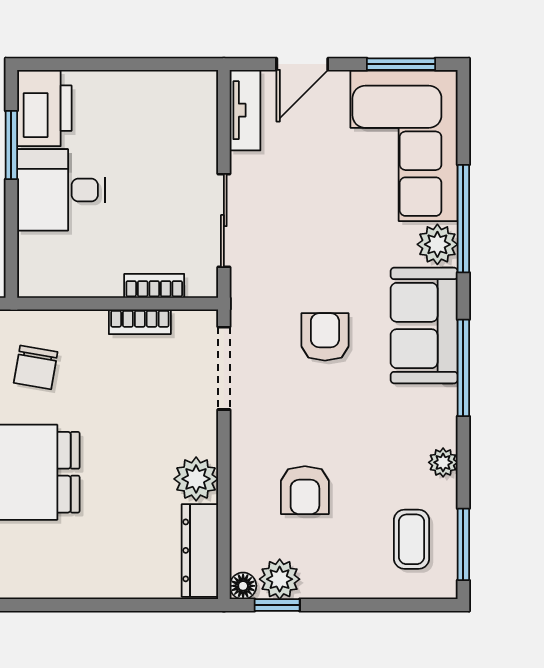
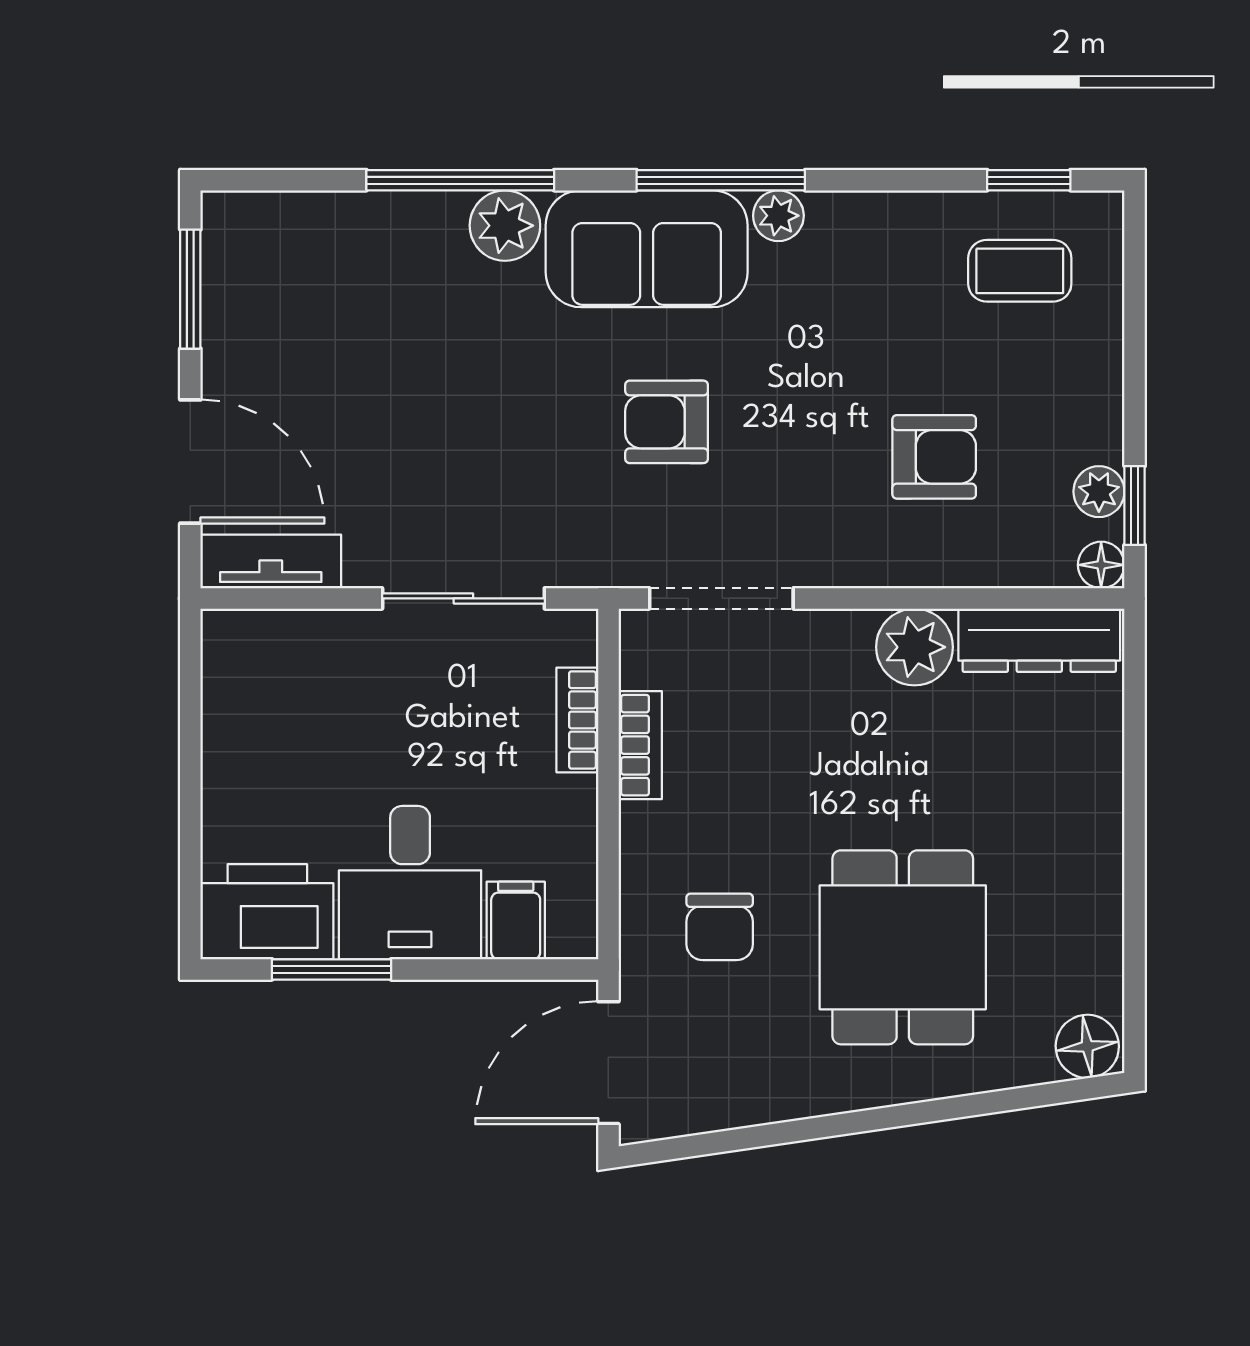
door: (302, 64) -> (190, 462), width x1.38
corner sofa: (404, 146) -> (333, 284), removed
filing cabinet: (39, 250) -> (516, 920), added
chair: (36, 367) -> (720, 927), turned 80
plant: (443, 462) -> (778, 216), moved
window: (463, 544) -> (1029, 180), width x0.67
plant: (280, 579) -> (1099, 492), width x0.73, depth x0.73

